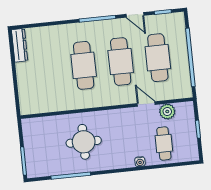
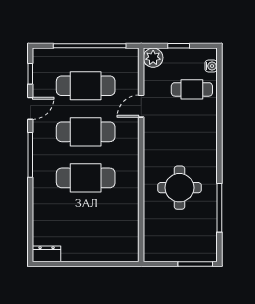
dresser: (20, 45) -> (47, 254), width x0.70
plant: (167, 112) -> (153, 58), moved
water cooler: (140, 162) -> (211, 66), moved

